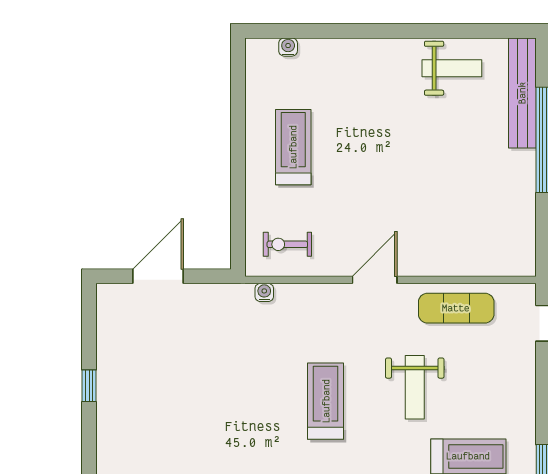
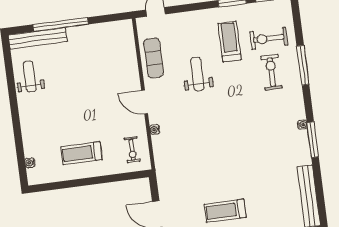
water cooler: (264, 292) -> (155, 129), moved
weight bench: (415, 387) -> (197, 74), turned -90
treadmill: (326, 401) -> (225, 211), moved

